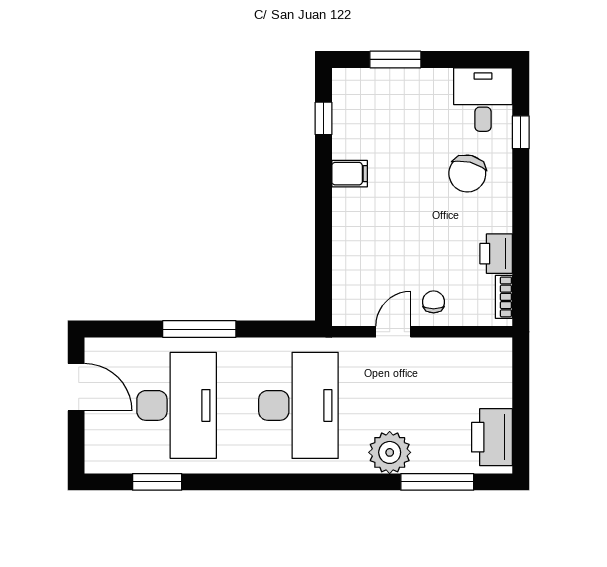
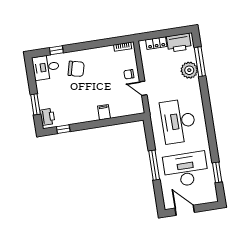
filing cabinet: (350, 174) -> (104, 112), moved
printer: (496, 254) -> (47, 117), moved, turned -90
locker: (500, 381) -> (156, 43), added
door: (76, 387) -> (185, 210), hinge flipped
desk: (298, 405) -> (178, 121), turned -90
plant: (390, 452) -> (189, 70), moved

